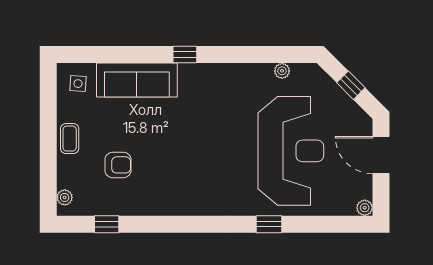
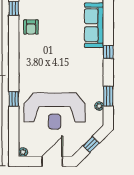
window: (264, 55) -> (108, 96), added
armchair: (118, 165) -> (31, 27), moved

